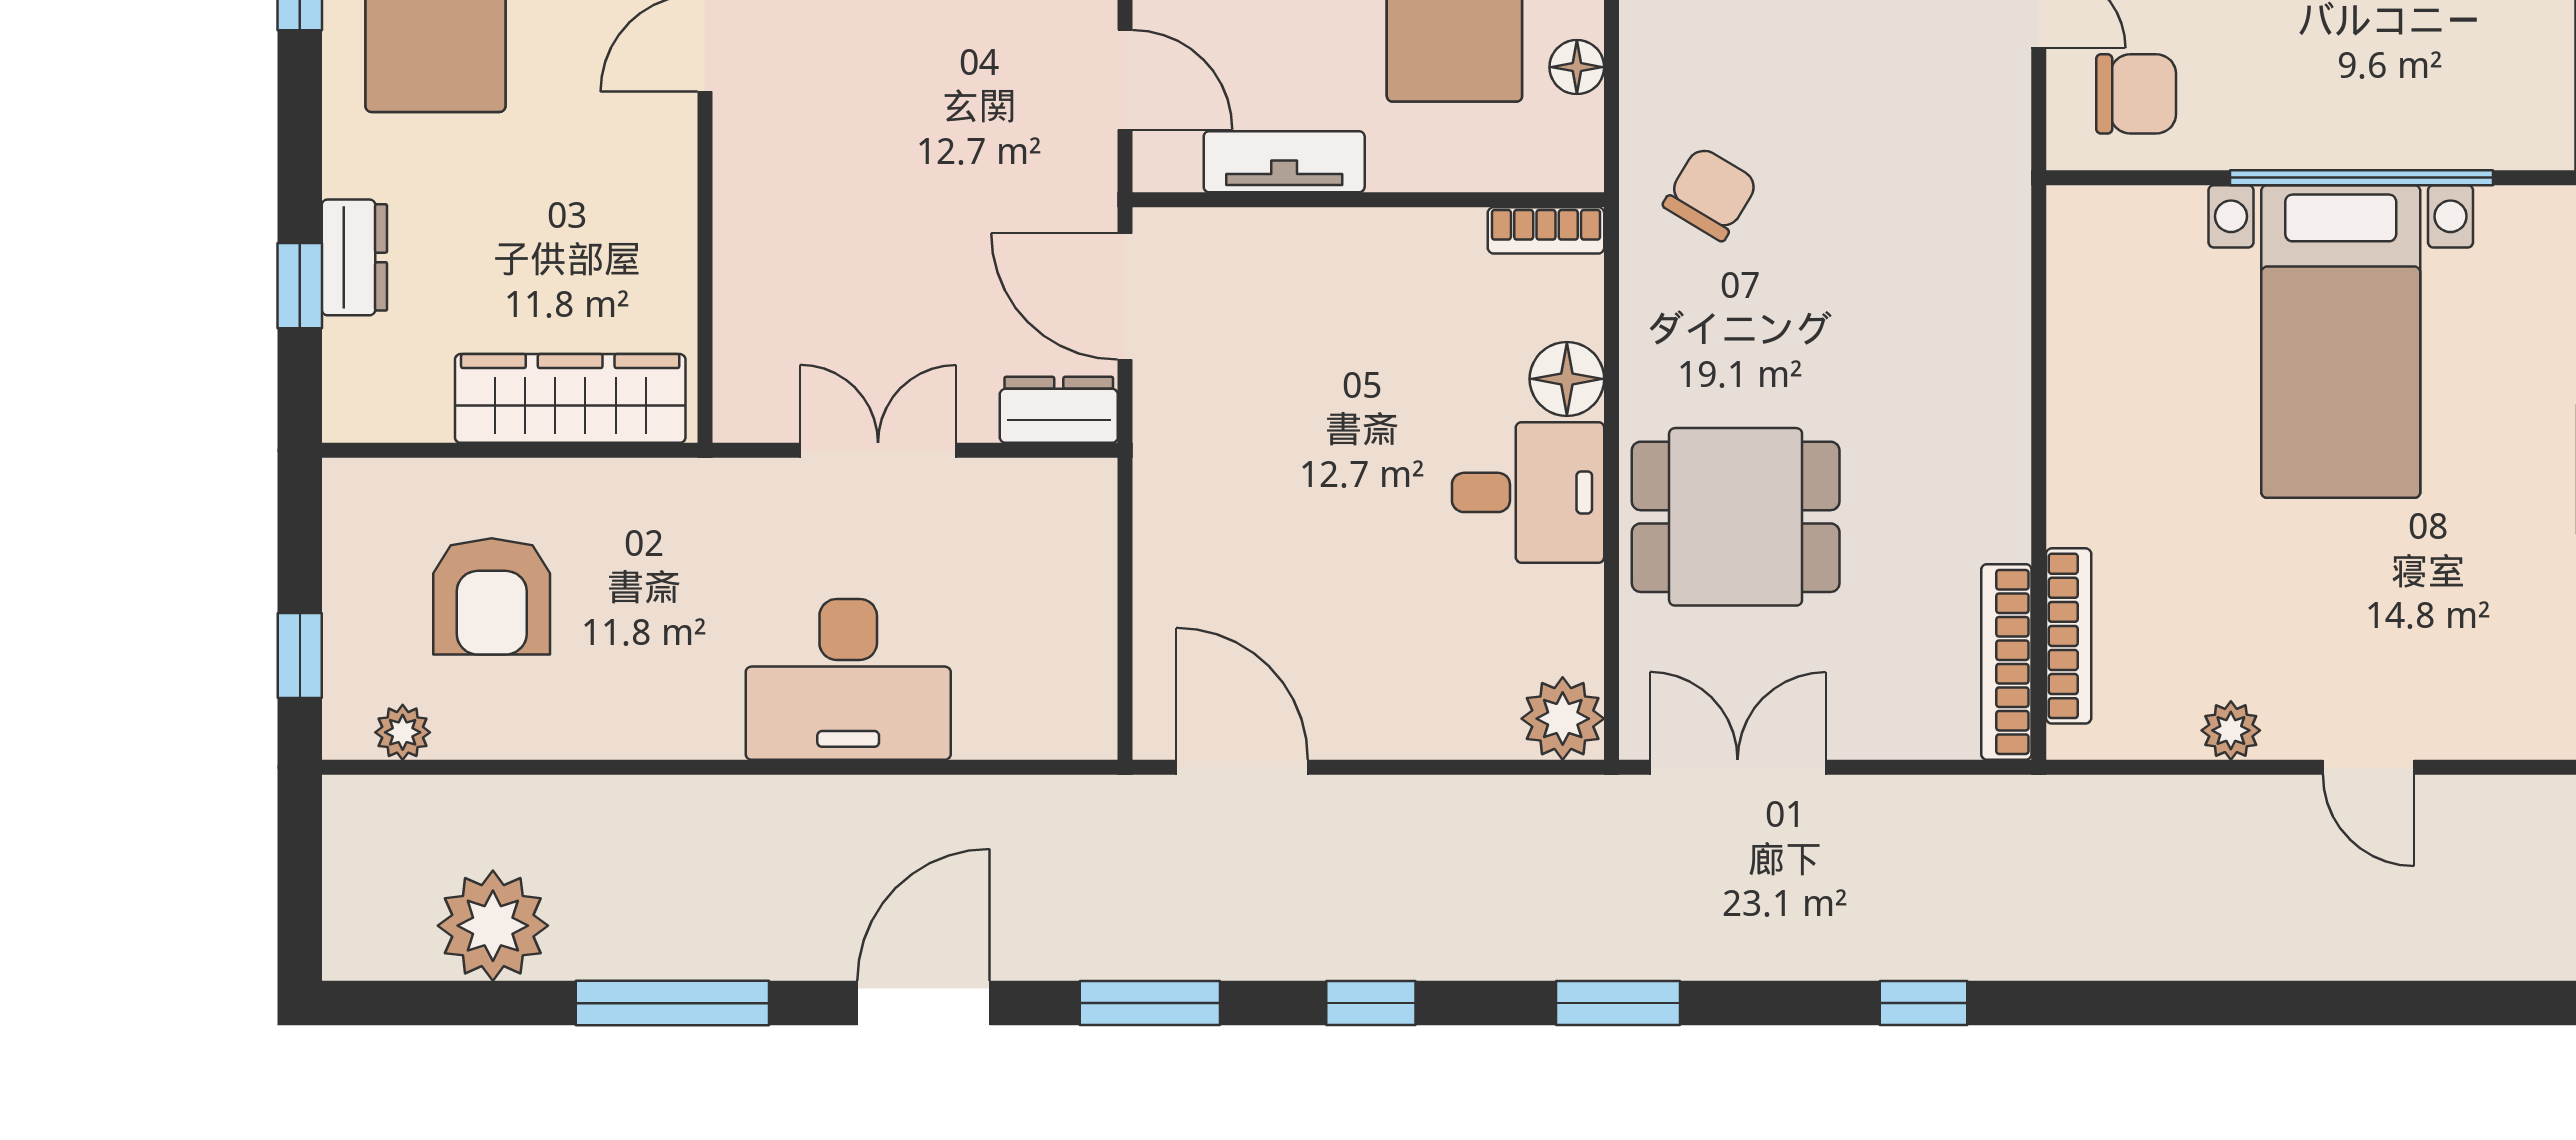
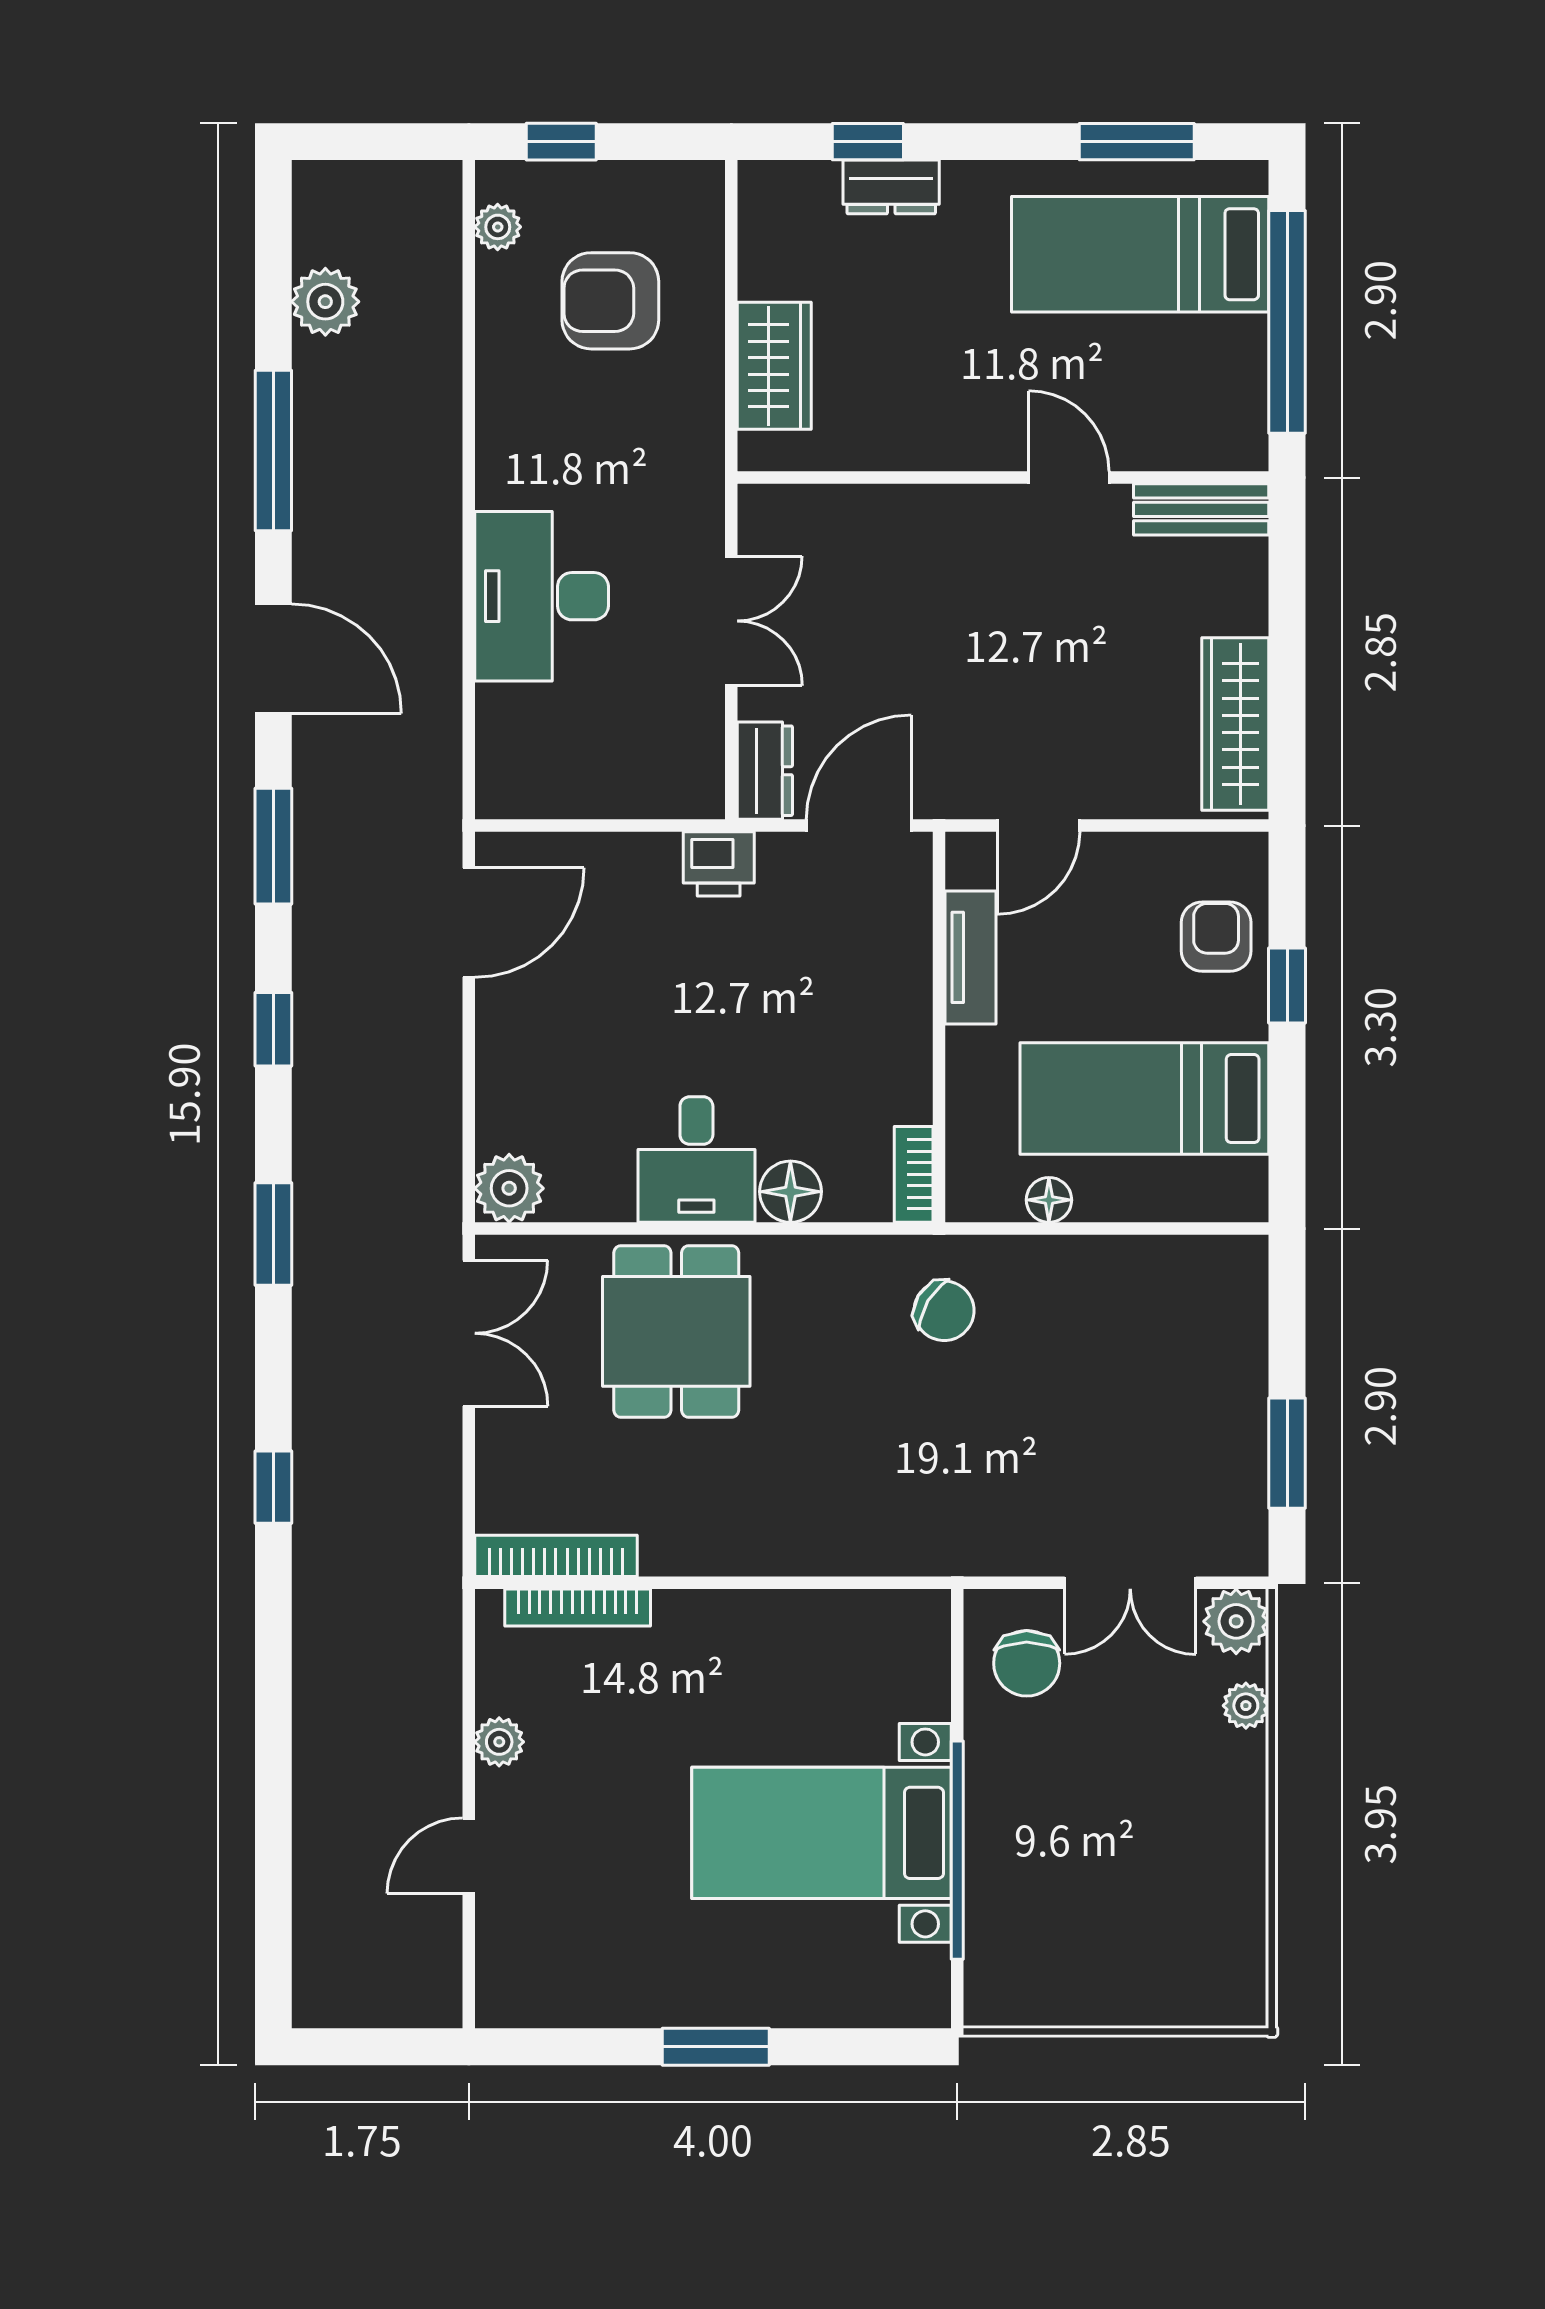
wardrobe: (570, 398) -> (774, 366), width x0.67
printer: (1171, 466) -> (719, 864), added
plant: (493, 926) -> (325, 302), width x0.73, depth x0.73

